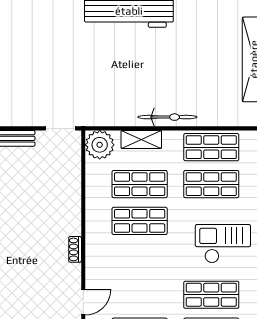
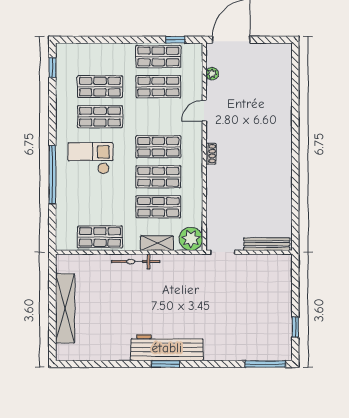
shop shelf: (211, 184) -> (158, 147), moved
checkout: (223, 244) -> (90, 158), turned 180

